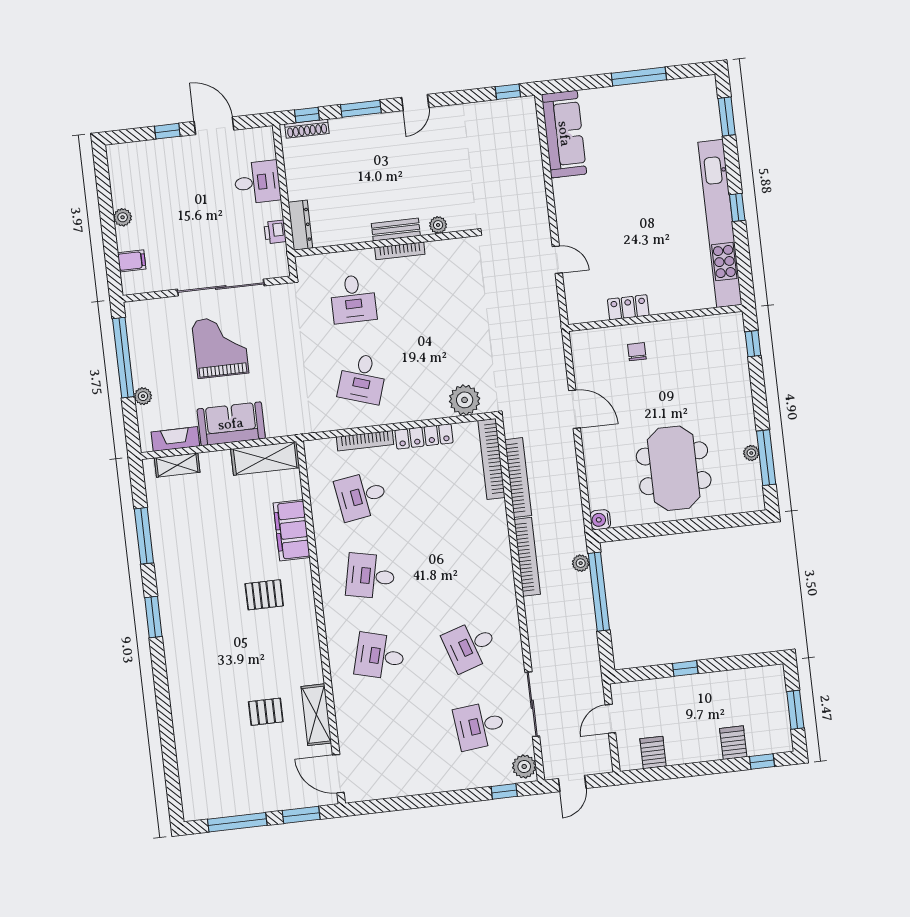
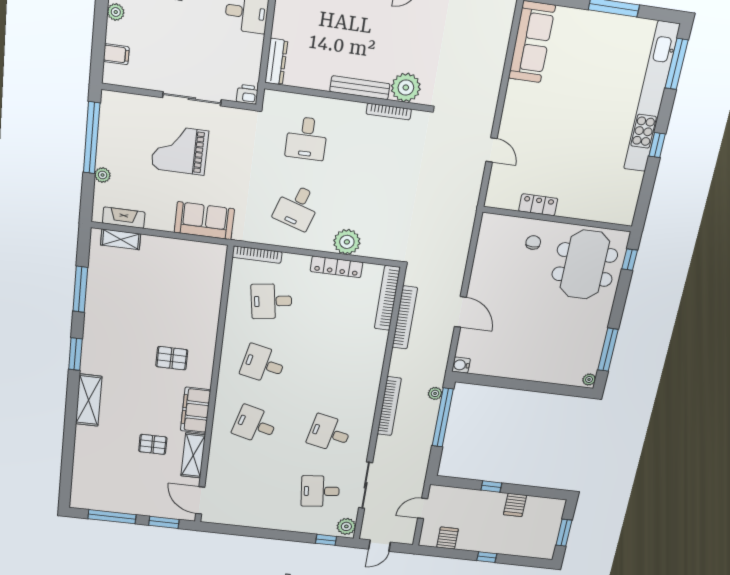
window: (727, 117) -> (677, 64), width x1.44
kitchen unit: (720, 223) -> (651, 97), moved
plant: (438, 225) -> (406, 88), width x1.88, depth x1.88
bench: (396, 230) -> (360, 88), width x1.36
printer: (275, 232) -> (247, 94), moved, turned 90
bookcase: (400, 251) -> (389, 112), moved
sliding door: (221, 288) -> (192, 99), width x0.73
grand piano: (220, 347) -> (180, 150), turned -90
plant: (465, 400) -> (347, 242), moved
door: (575, 409) -> (460, 312), moved
sofa: (231, 424) -> (204, 221), moved
bookcase: (365, 441) -> (257, 255), moved
plant: (751, 453) -> (589, 379), moved
shelving: (265, 458) -> (89, 400), moved, turned 90
meeting table: (674, 468) -> (585, 265), moved
filing cabinet: (292, 530) -> (196, 410), moved
bookcase: (527, 557) -> (389, 406), moved
desk: (470, 646) -> (329, 433), turned 30
server rack: (733, 743) -> (515, 505), moved, turned 180
window: (762, 762) -> (487, 557), moved

